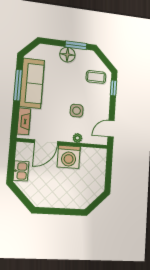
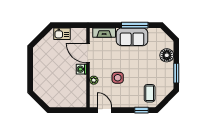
floor lamp: (67, 55) -> (167, 55), moved
sofa: (32, 83) -> (132, 37), width x0.73
washing machine: (69, 157) -> (81, 69), width x0.53, depth x0.53

